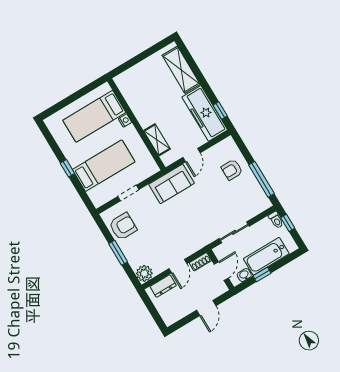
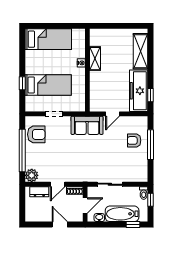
bed: (94, 116) -> (48, 39), moved, turned 180
shelving: (157, 140) -> (95, 59), moved
window: (67, 168) -> (22, 83), moved
window: (262, 179) -> (150, 145), moved
window: (118, 253) -> (22, 151), width x2.11
window: (262, 274) -> (133, 225), moved
door: (206, 308) -> (60, 225), swing flipped

